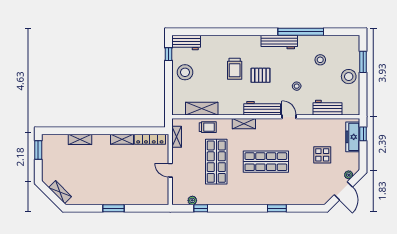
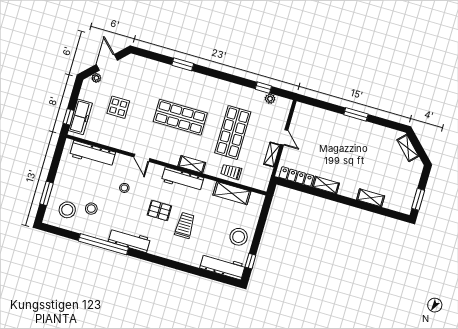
workbench: (186, 43) -> (222, 266), width x1.38
stool: (349, 77) -> (67, 210), moved
workbench: (262, 108) -> (183, 179), moved
workbench: (328, 108) -> (93, 154), width x1.38
shelving: (177, 137) -> (272, 154), moved

